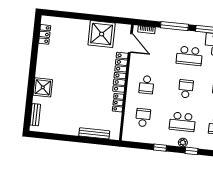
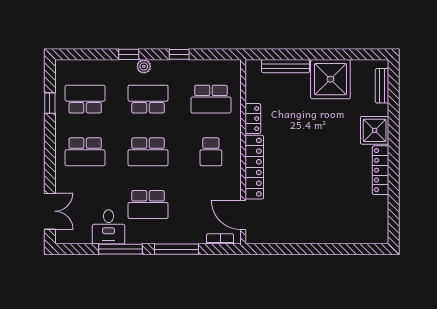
locker: (45, 34) -> (381, 170), moved, width x1.53
shower: (102, 34) -> (330, 79), moved
school desk: (189, 56) -> (148, 205), turned 180
school desk: (147, 85) -> (211, 152), turned 180
school desk: (186, 89) -> (148, 152), width x1.85
school desk: (143, 118) -> (211, 99), width x1.85

